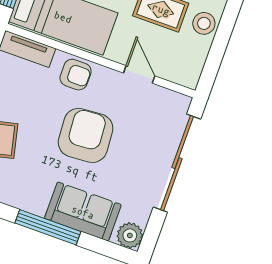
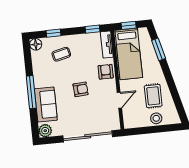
armchair: (76, 75) -> (106, 72), turned 180
armchair: (86, 135) -> (81, 89), width x0.53, depth x0.53

